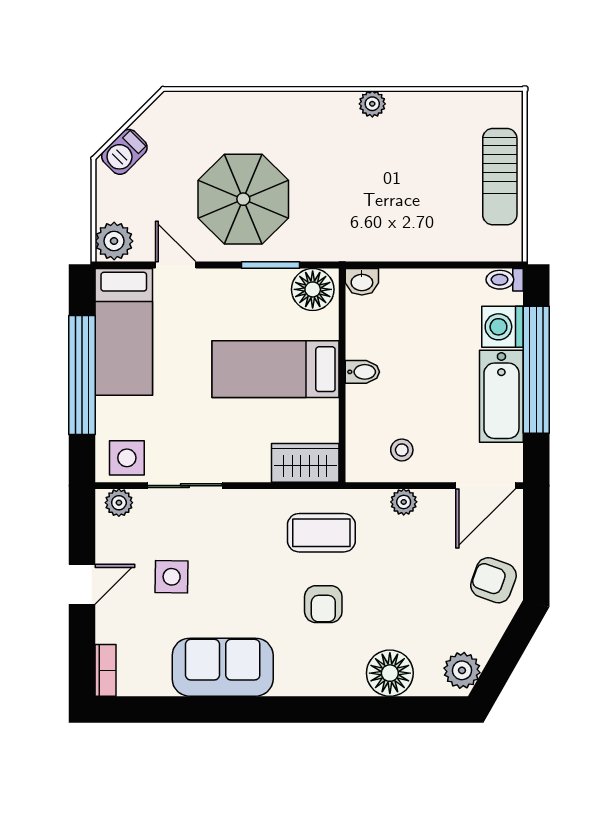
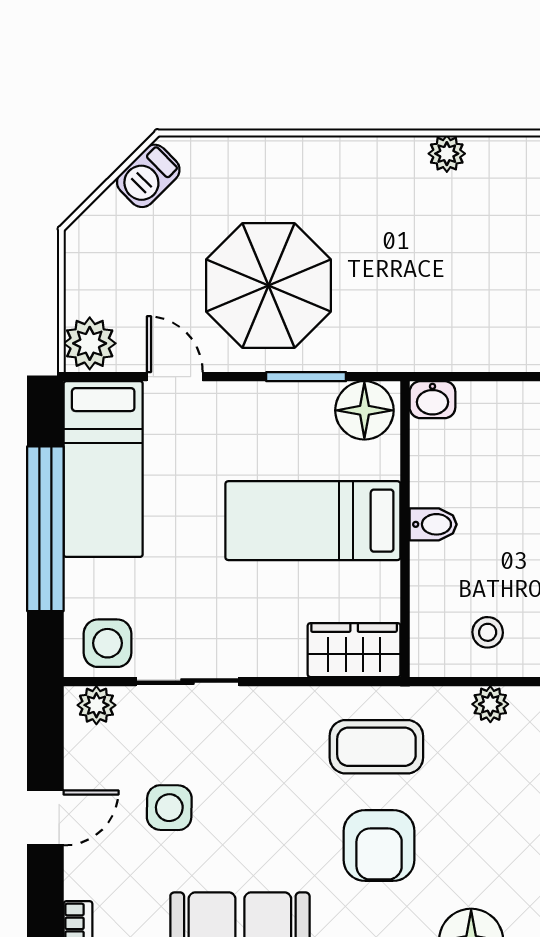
barbecue: (124, 152) -> (148, 176), moved
armchair: (323, 604) -> (379, 845), width x1.38, depth x1.38

